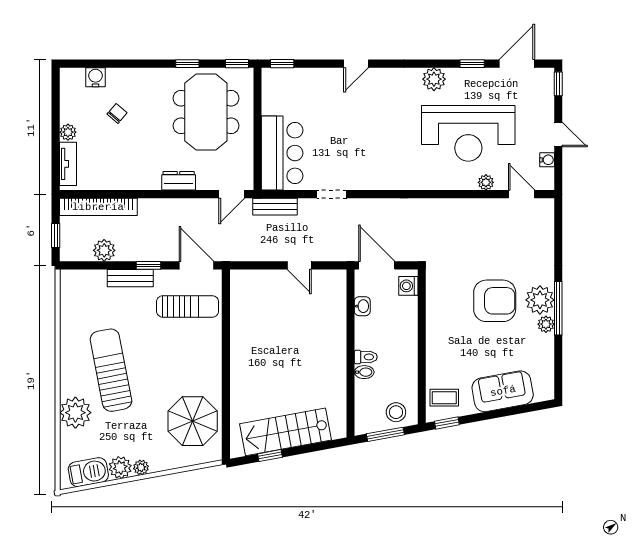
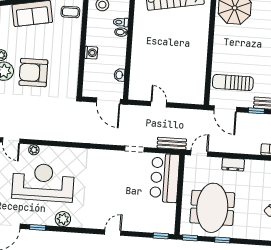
washing machine: (408, 286) -> (91, 53), moved
toilet: (366, 357) -> (121, 22), moved

